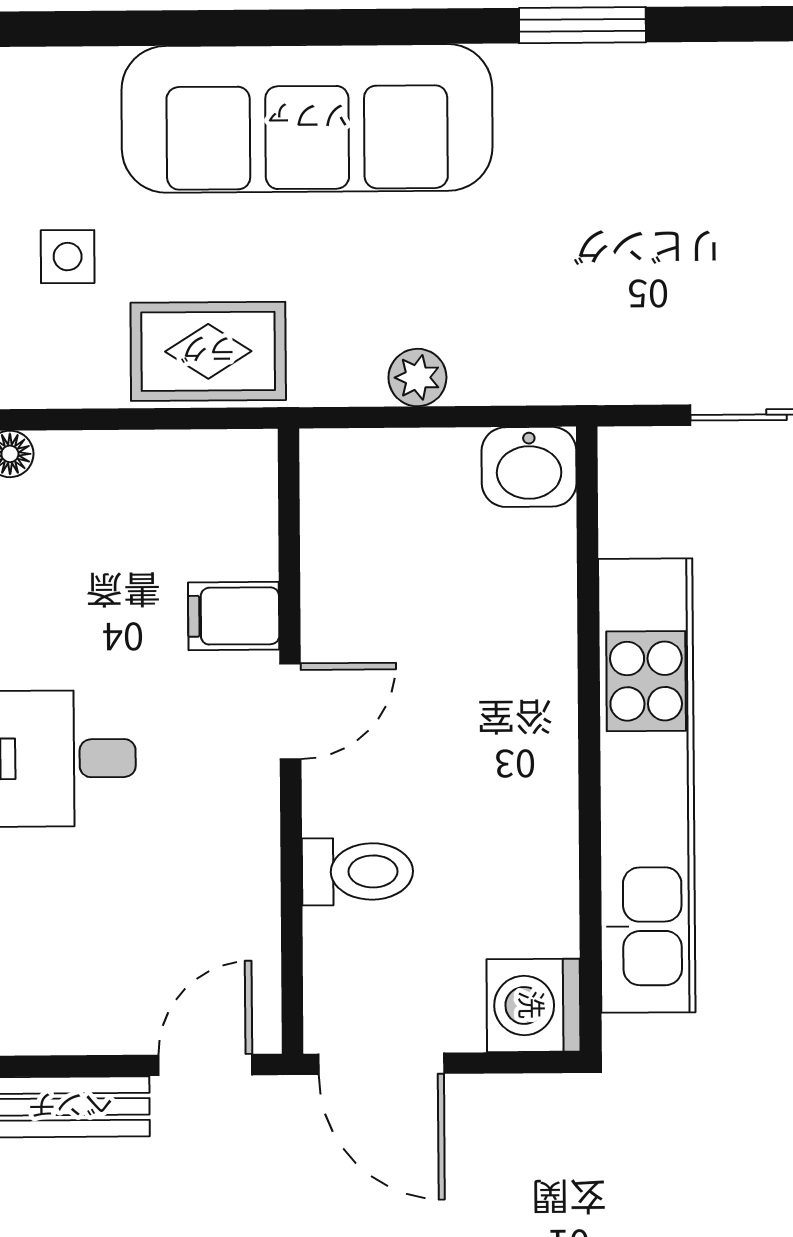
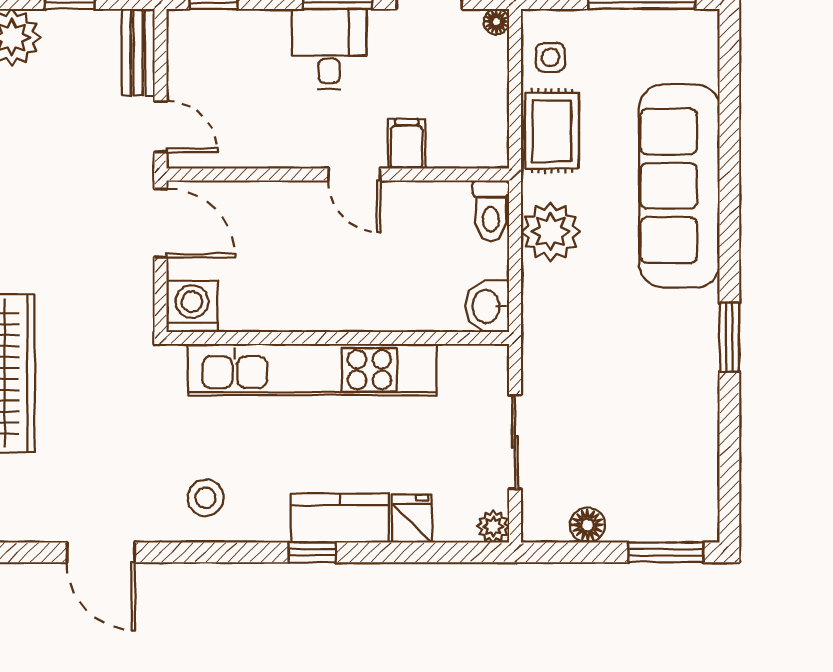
side table: (68, 257) -> (550, 57), moved
plant: (417, 378) -> (551, 232), width x1.88, depth x1.88
toilet: (357, 872) -> (491, 211), moved
door: (381, 1064) -> (161, 223), swing flipped

